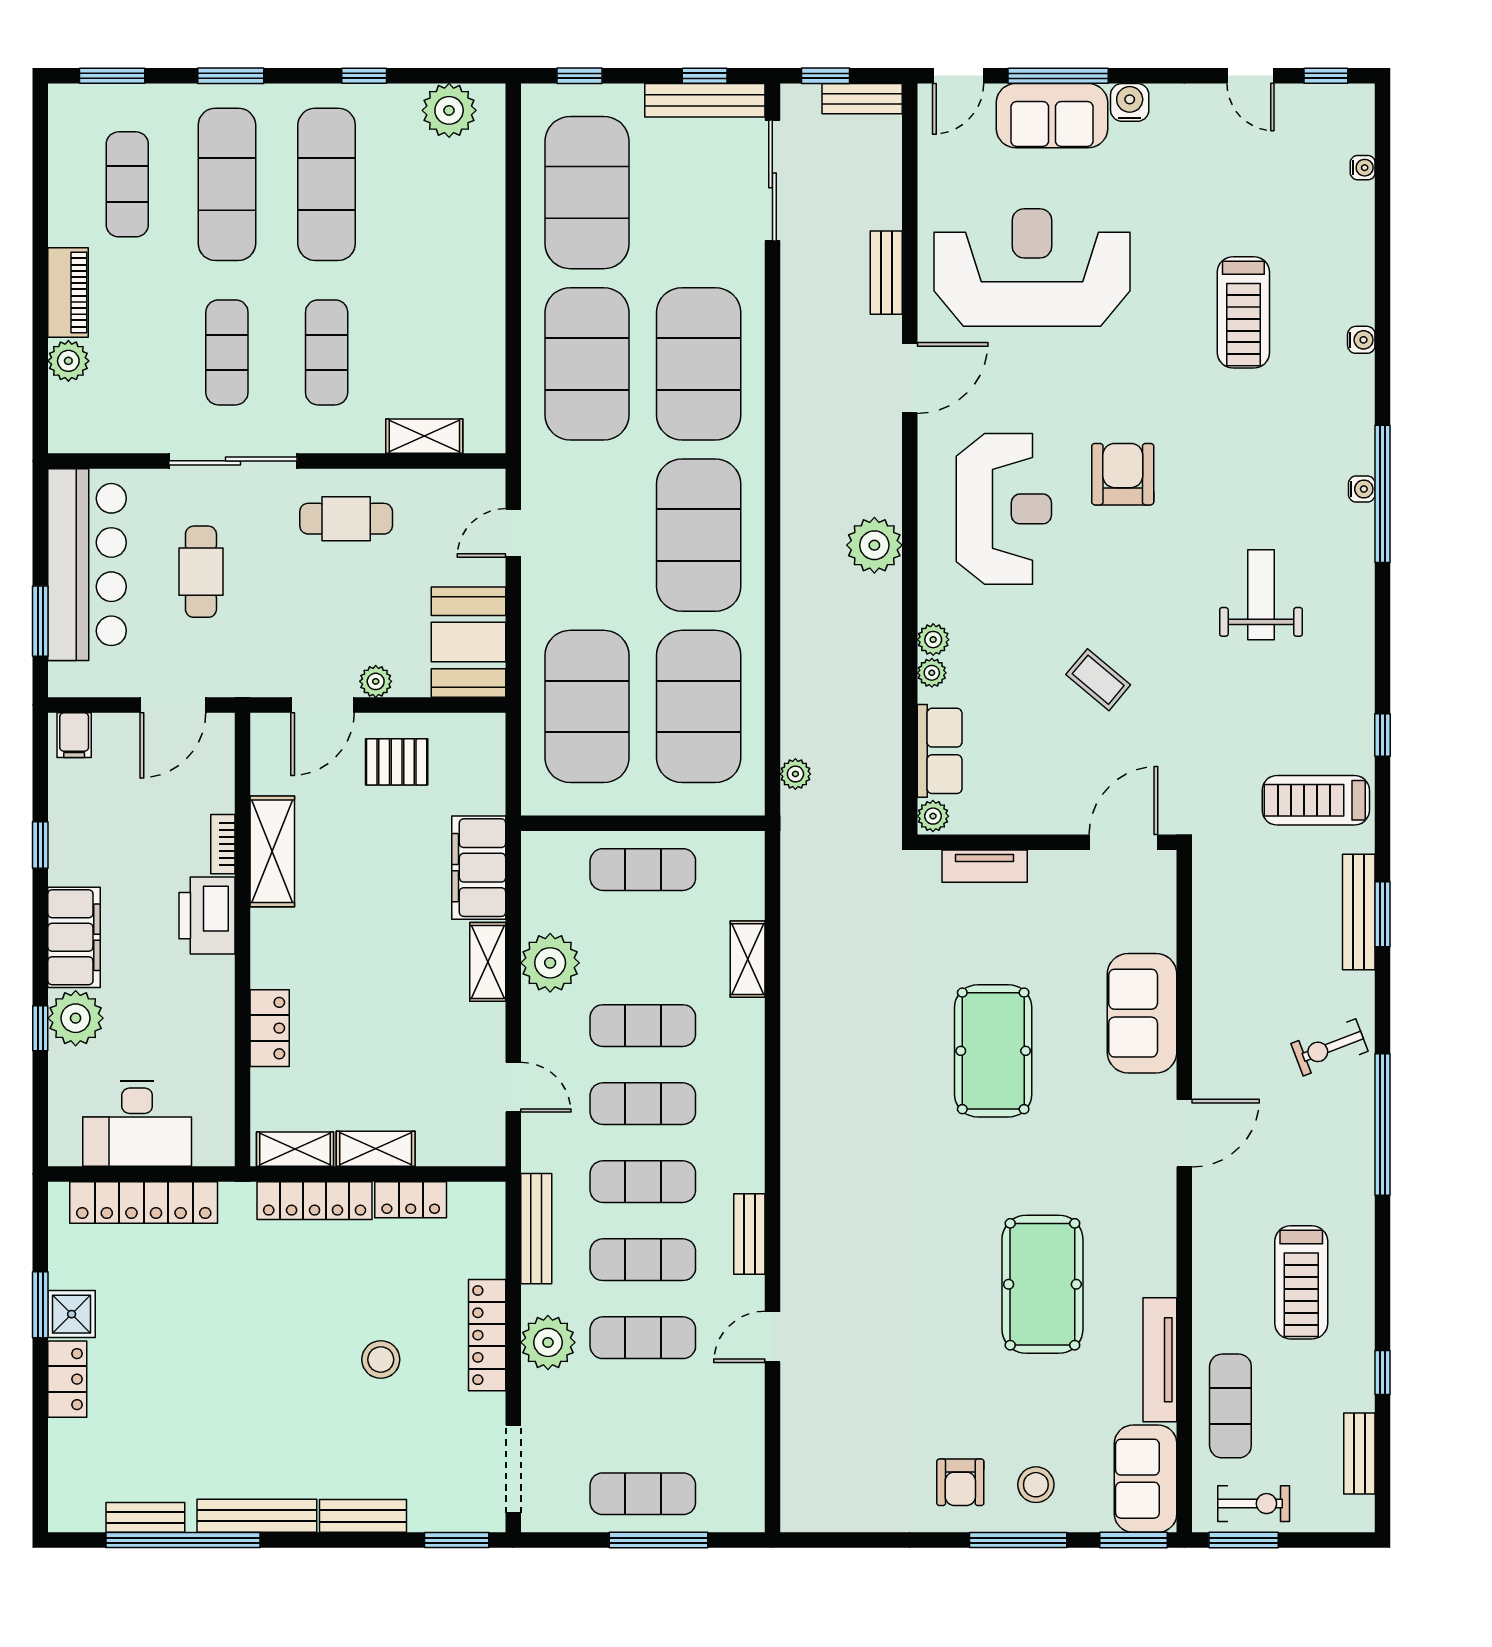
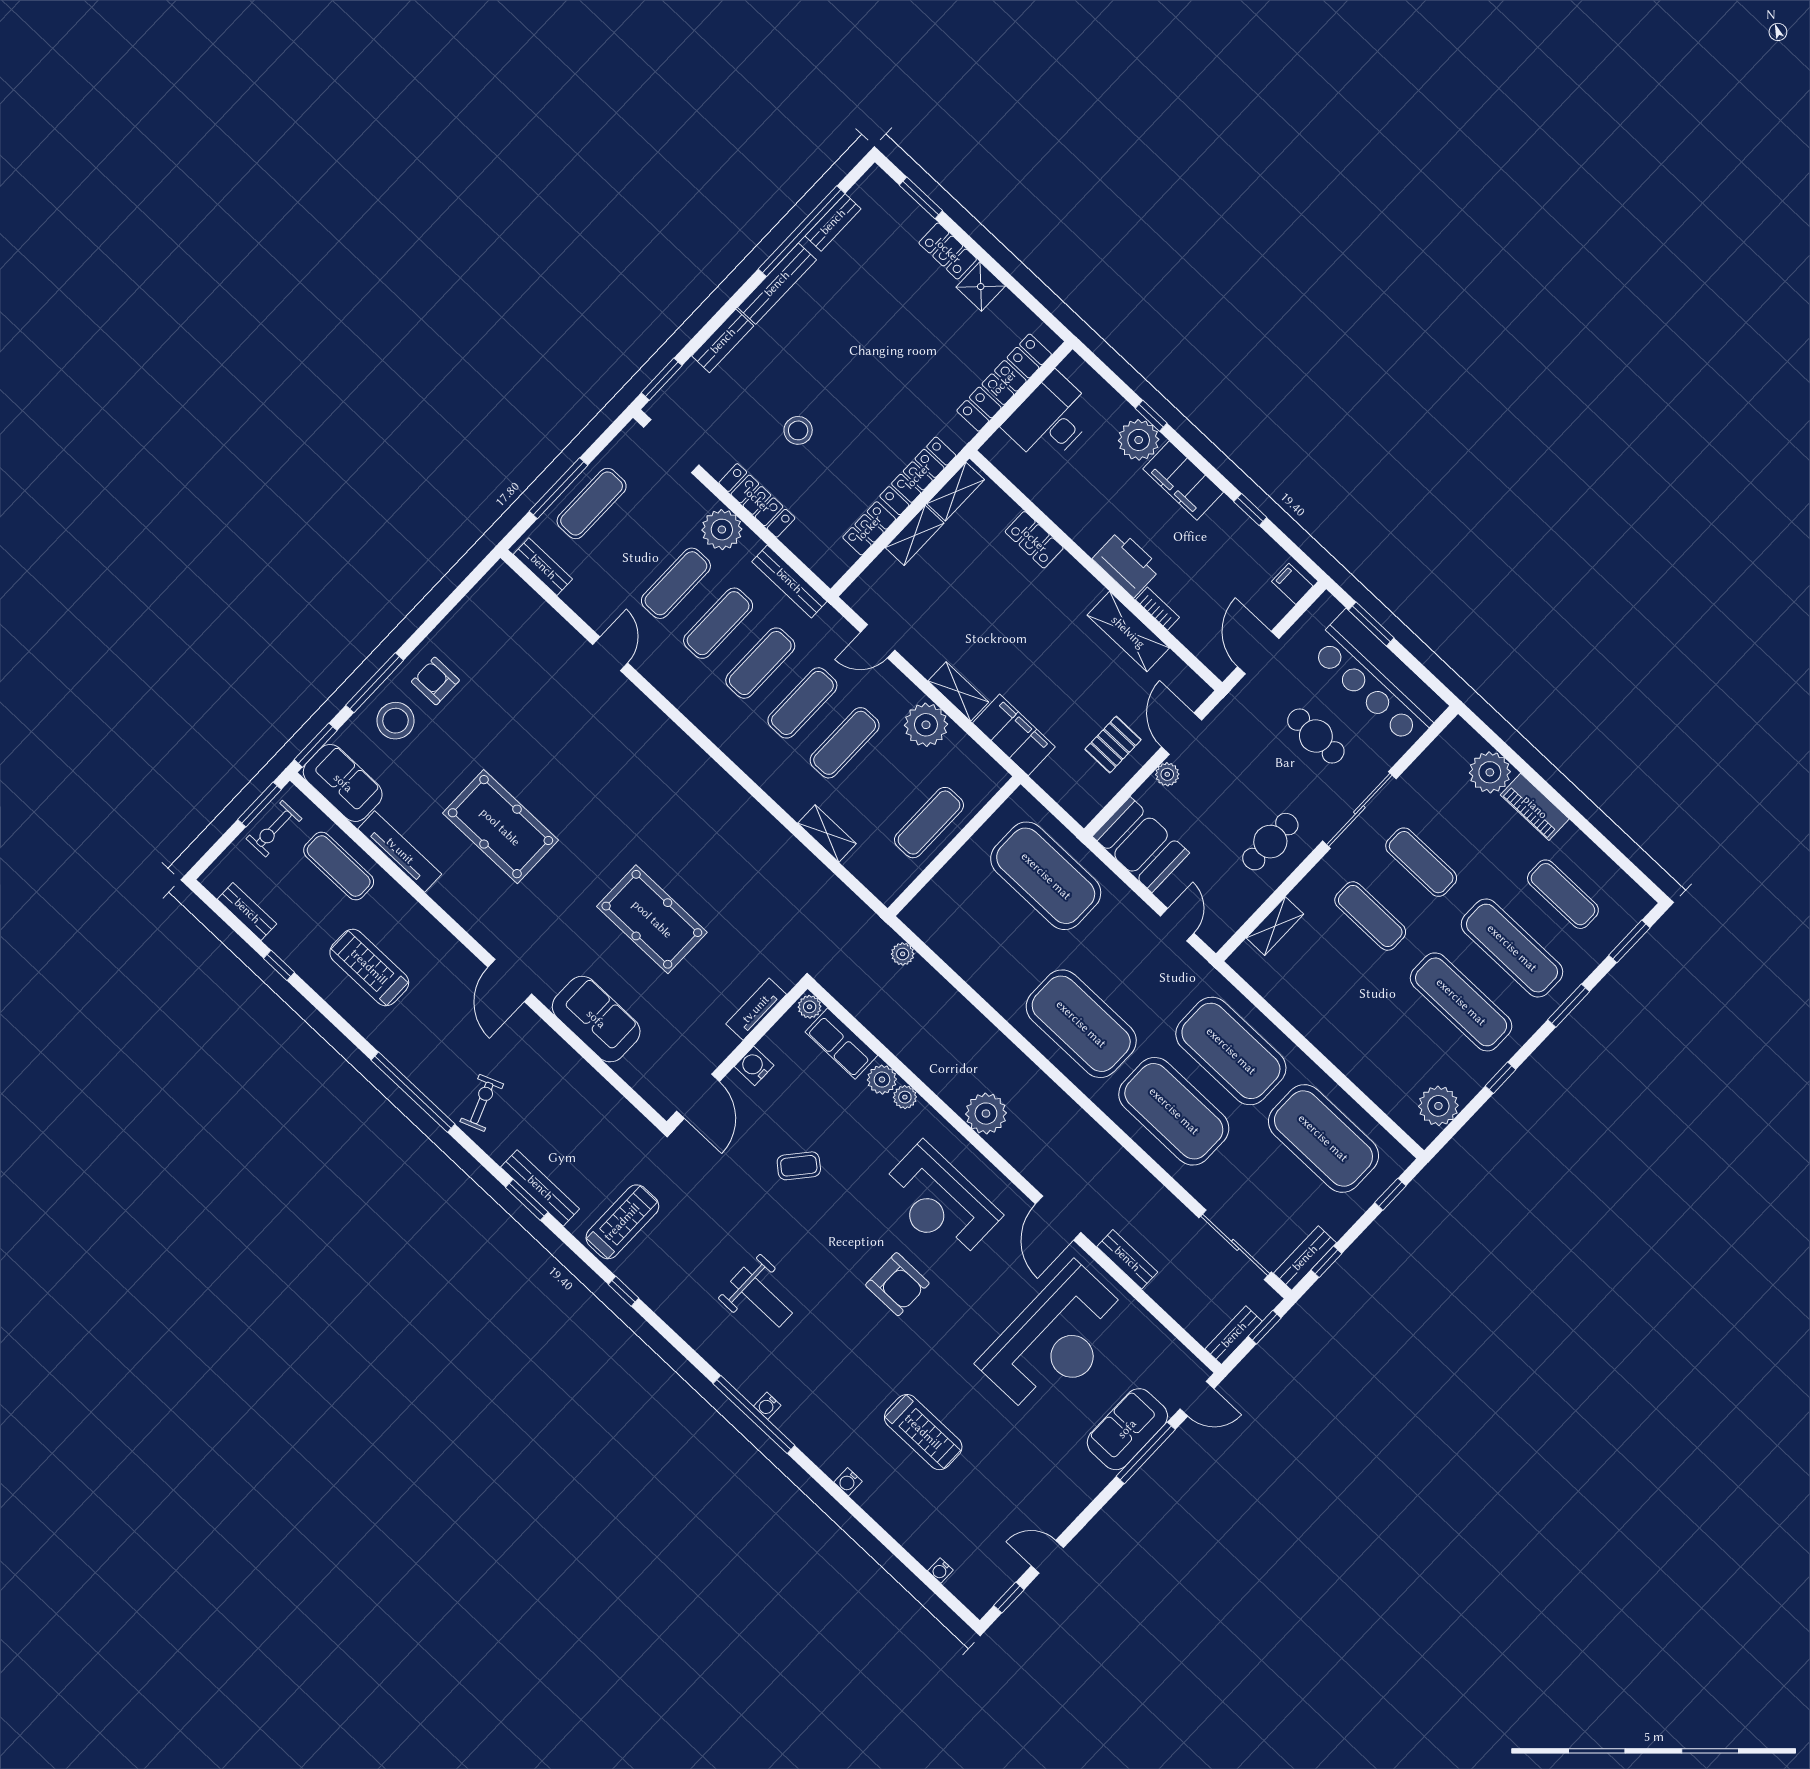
door: (958, 76) -> (1197, 1399), swing flipped
bench: (705, 100) -> (1305, 1258), width x0.73
water cooler: (1130, 102) -> (754, 1066), moved, turned 180
treadmill: (1243, 312) -> (923, 1432), turned 180
plant: (68, 361) -> (1490, 772), width x1.36, depth x1.36
plant: (932, 673) -> (882, 1080), width x1.38, depth x1.38
exercise mat: (699, 706) -> (989, 936), removed
bench: (749, 1234) -> (543, 567), moved
window: (40, 1305) -> (921, 198), moved
stool: (1036, 1485) -> (396, 721), width x1.38, depth x1.38

